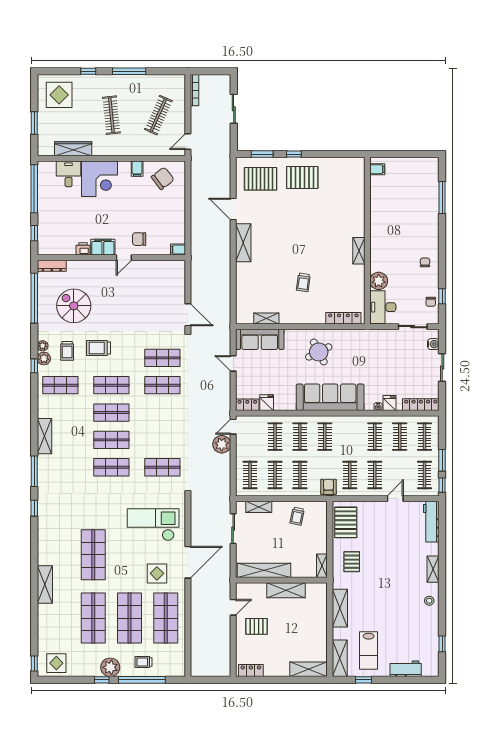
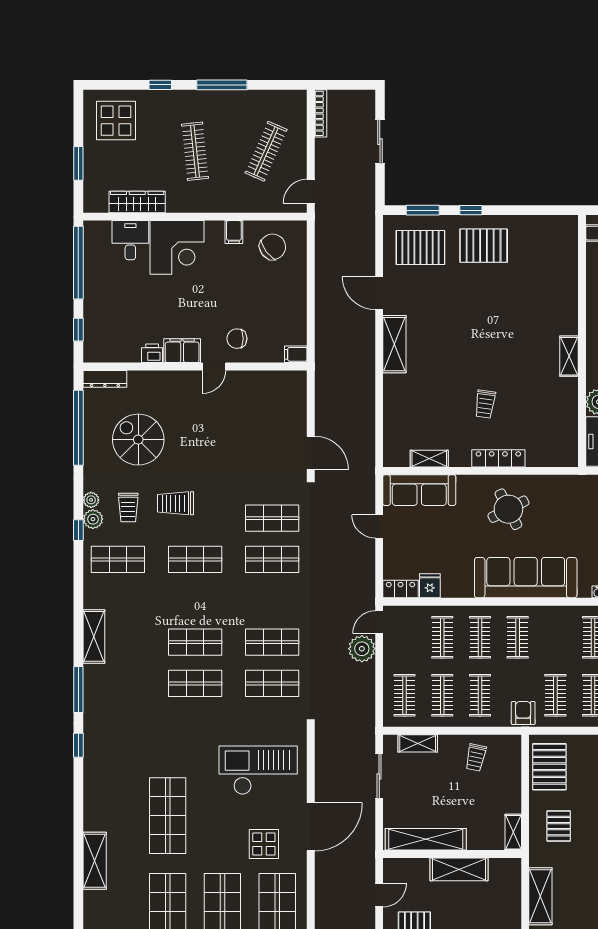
locker: (343, 318) -> (498, 458), moved
shop shelf: (111, 413) -> (272, 642), moved

